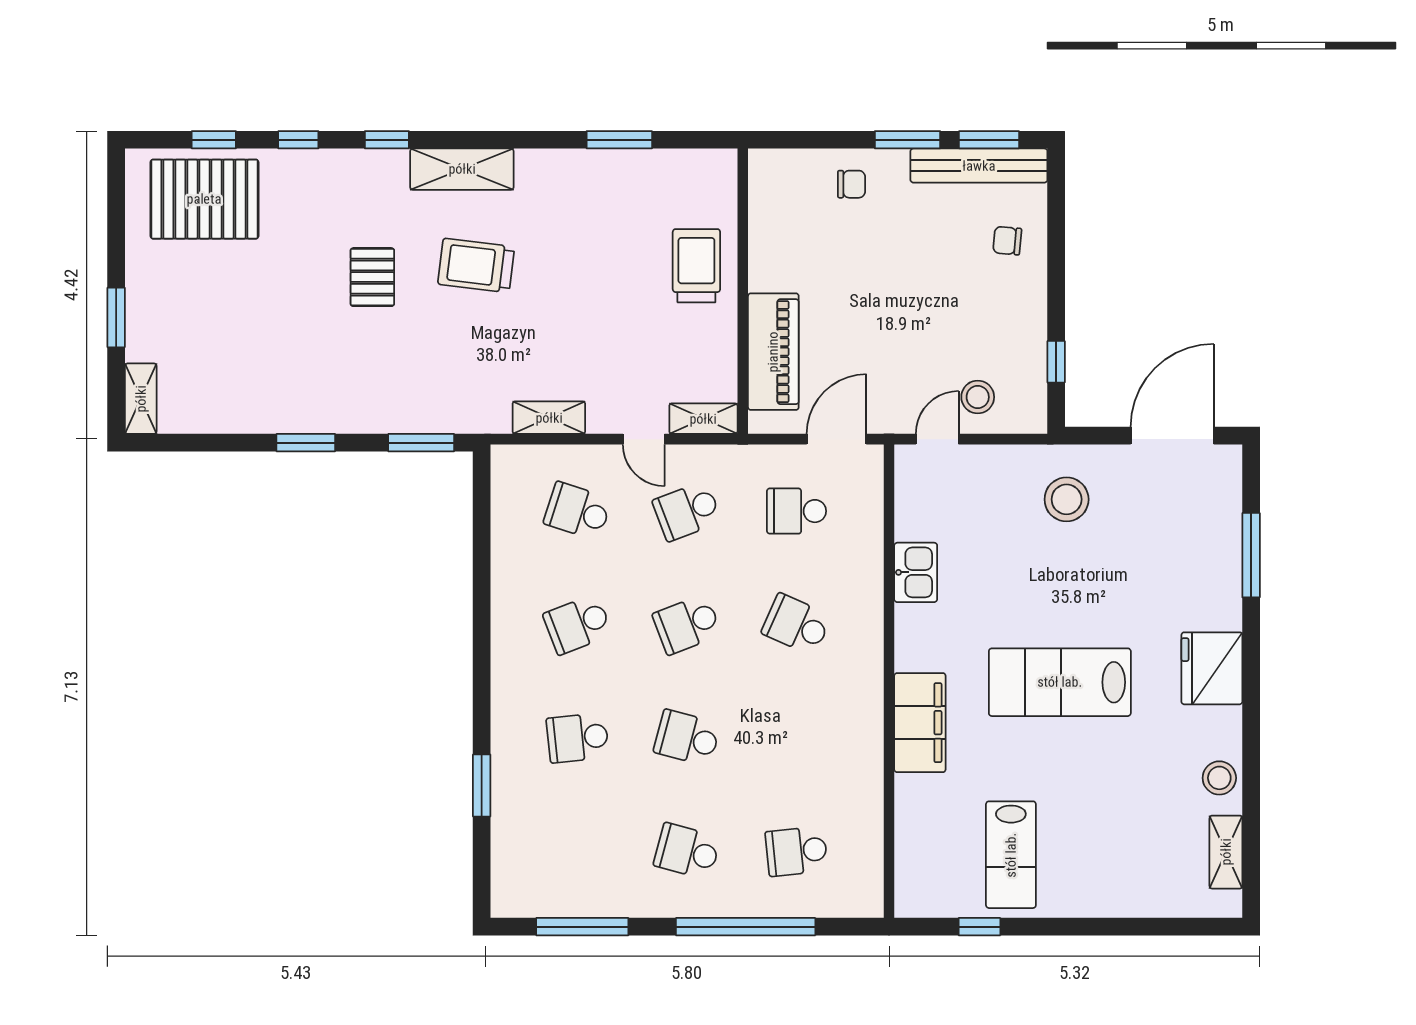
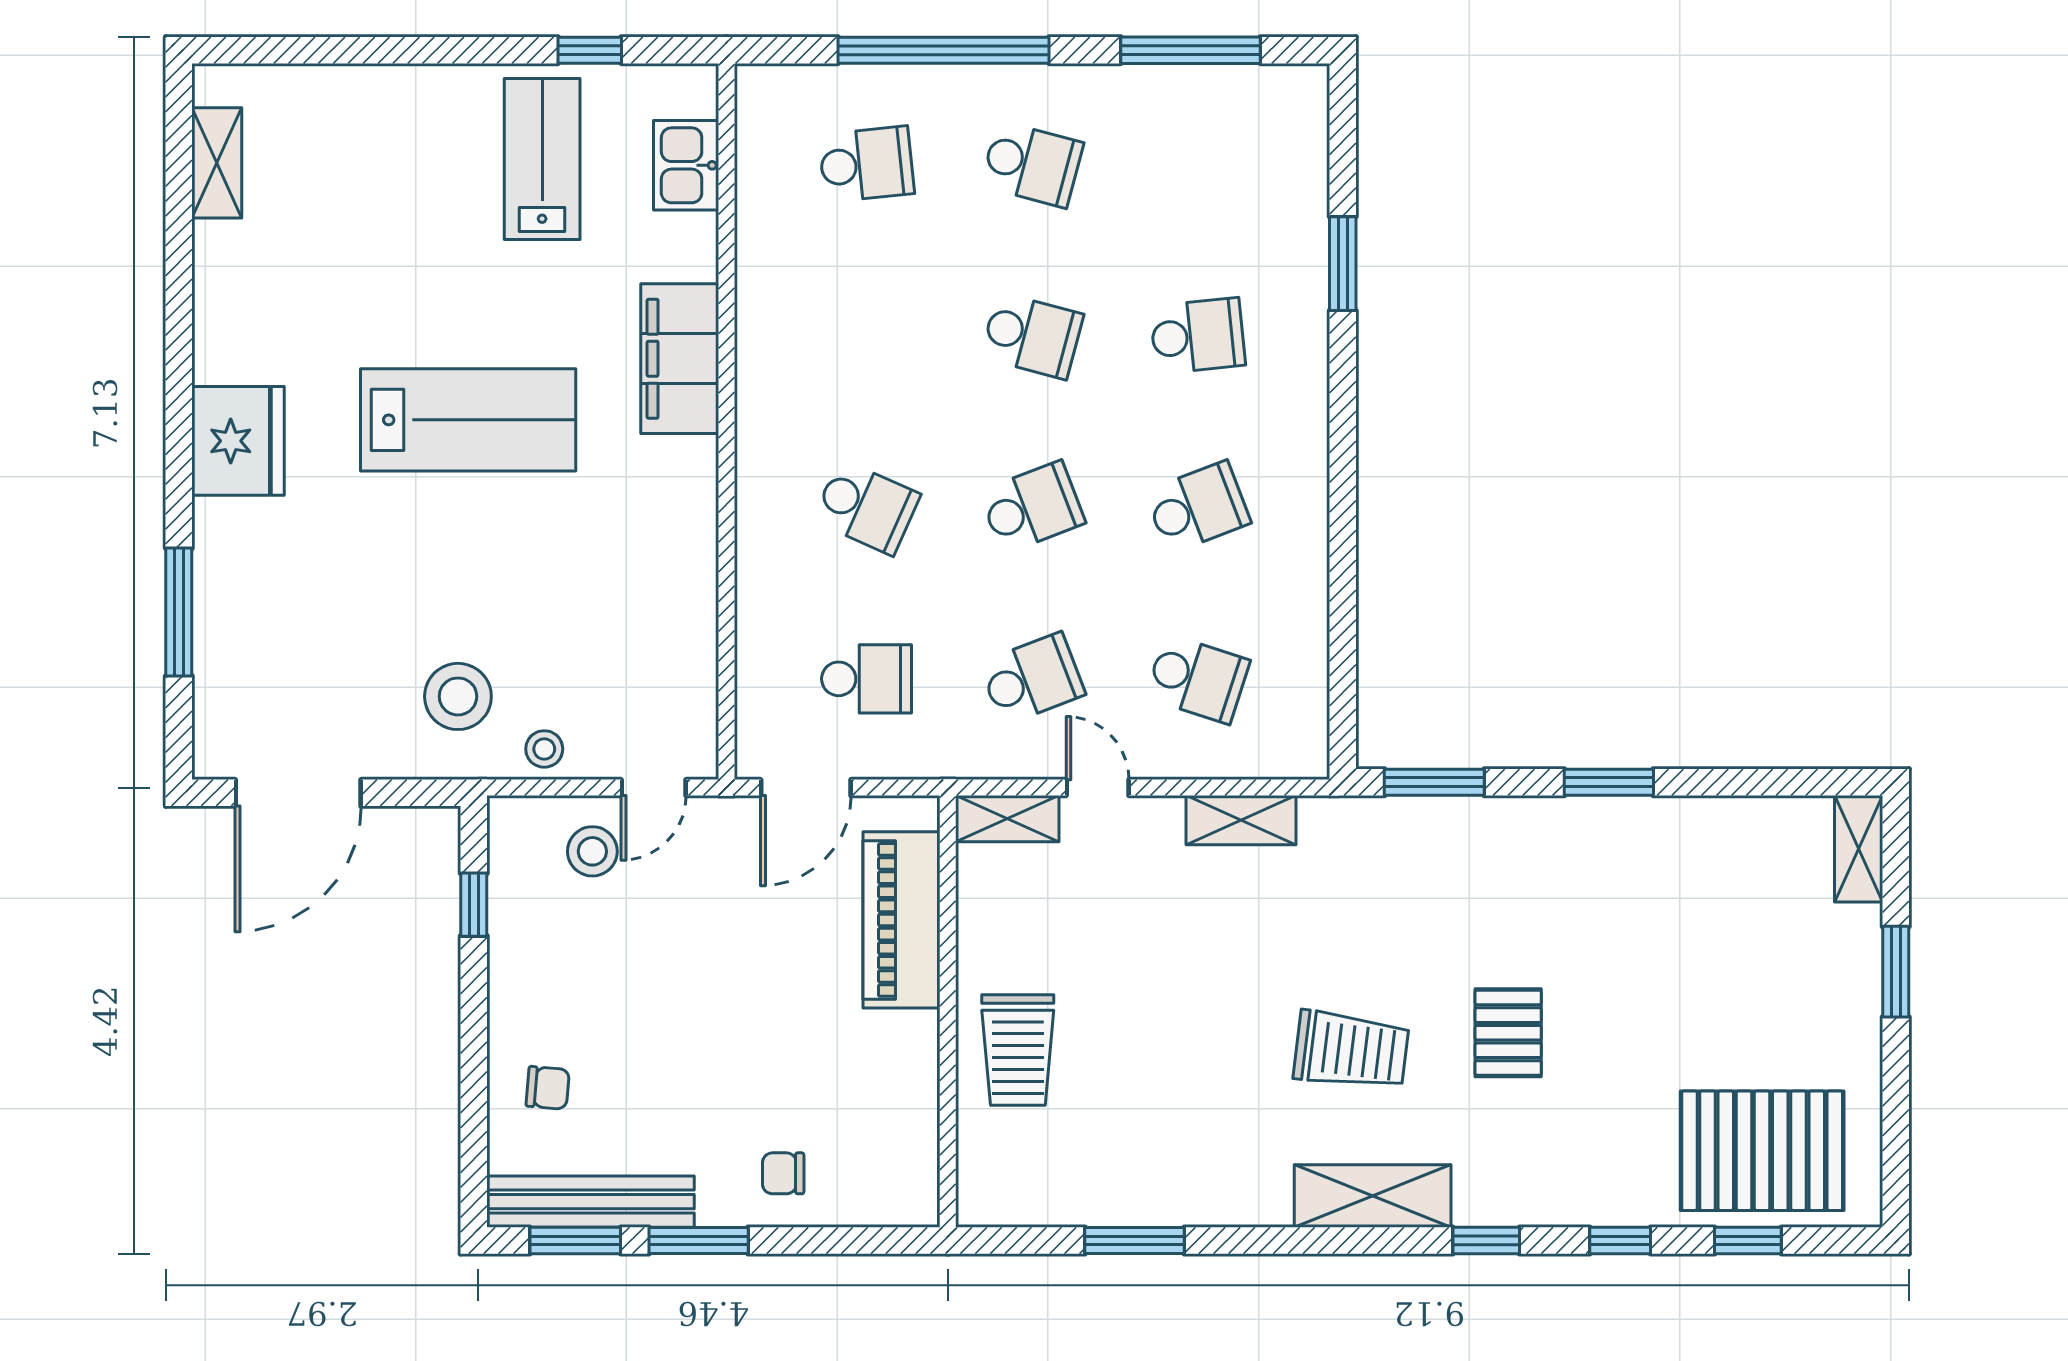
kitchen sink: (916, 572) -> (686, 165), moved
stool: (1219, 778) -> (544, 749), moved, width x0.73, depth x0.73

